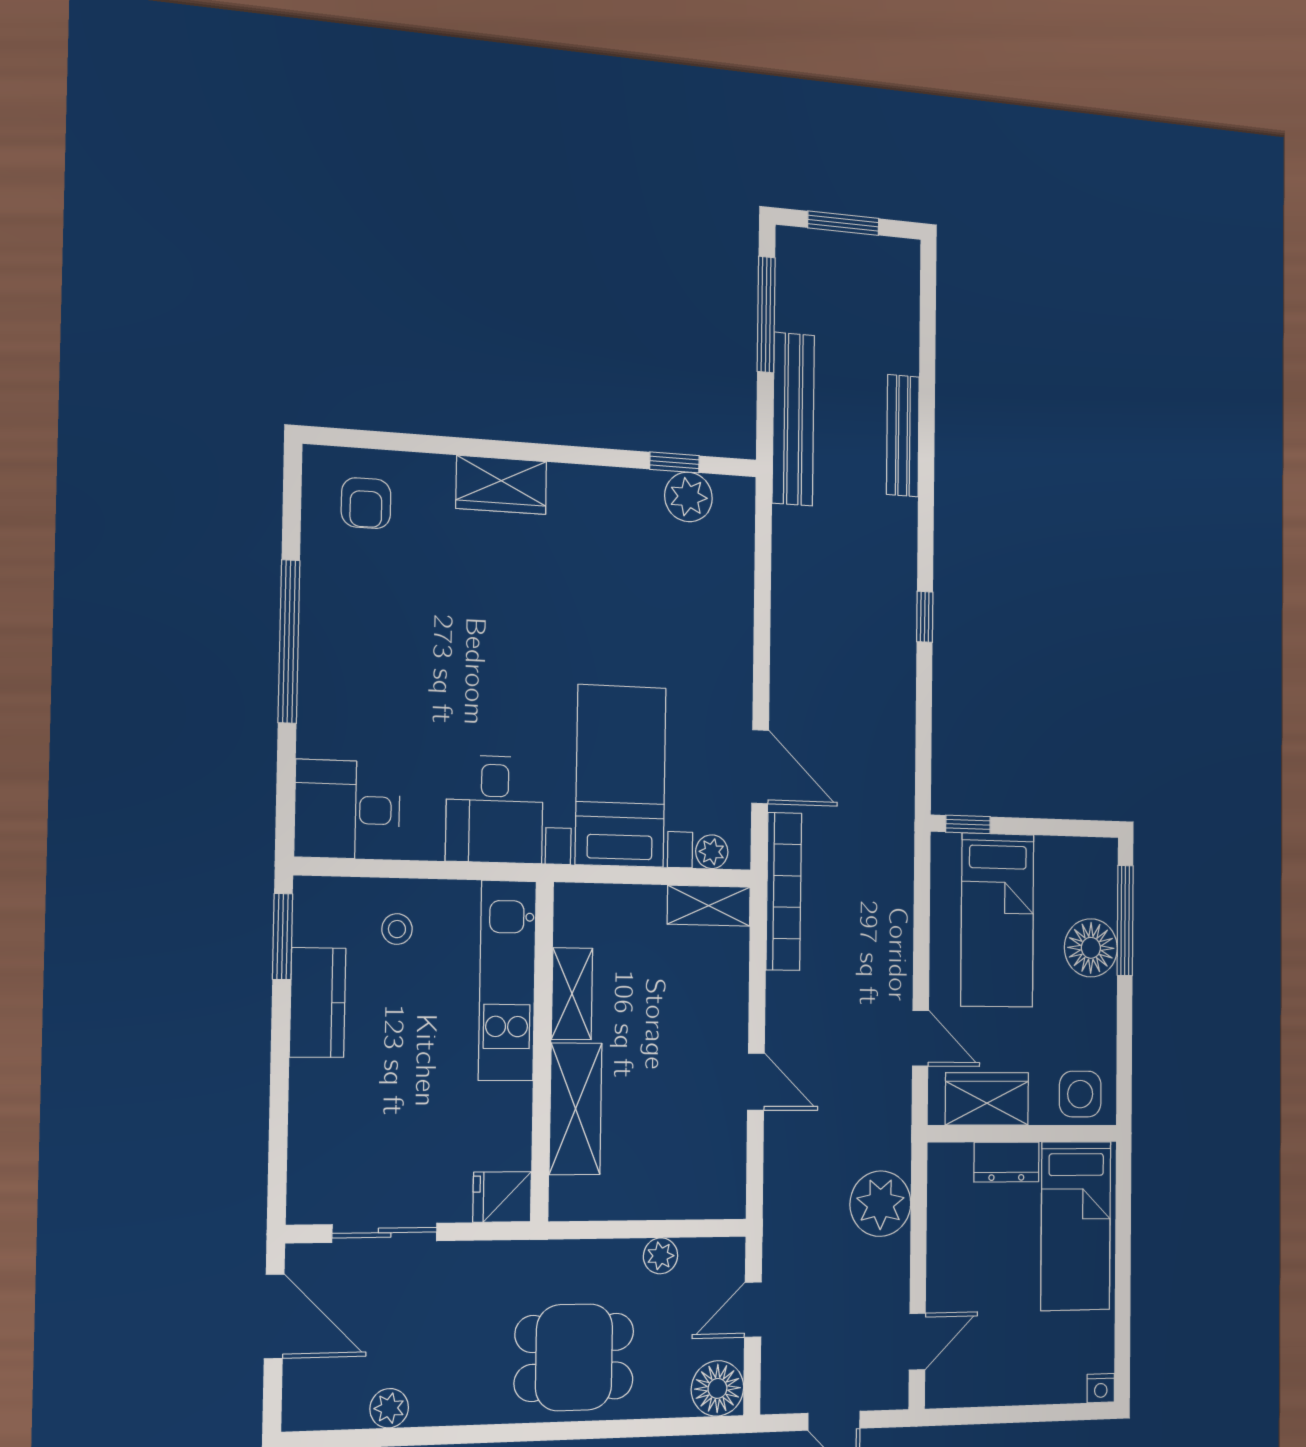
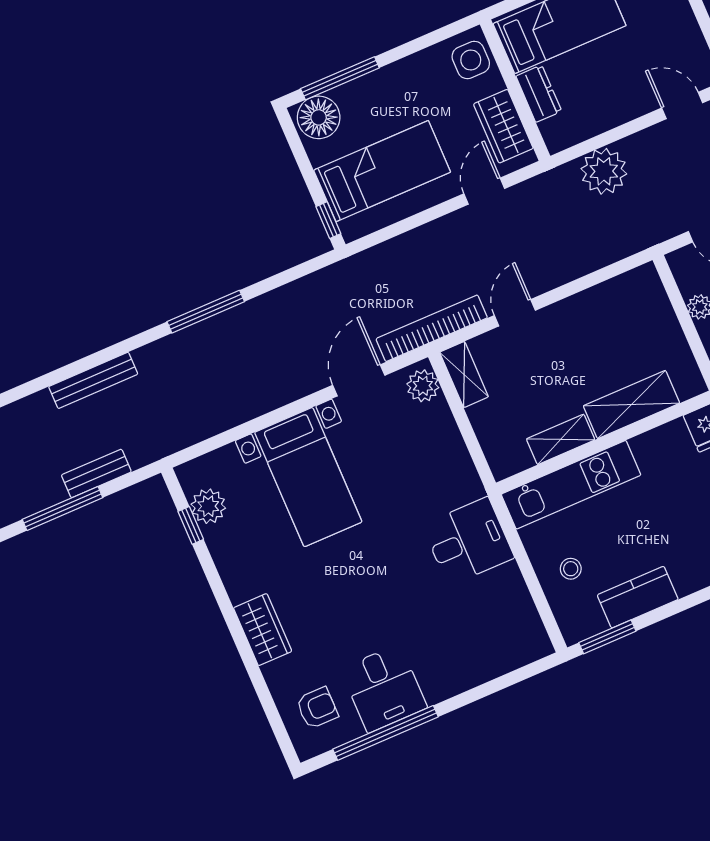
bench: (793, 419) -> (96, 473), width x0.54, depth x0.82
window: (925, 617) -> (206, 312), width x2.17
window: (289, 641) -> (386, 733), moved
bed with nightstands: (621, 776) -> (308, 477), moved, turned -90
desk: (347, 810) -> (384, 688), moved
plant: (712, 852) -> (423, 386), width x1.38, depth x1.38
floor lamp: (1091, 948) -> (319, 117), moved
door: (756, 1082) -> (515, 313), moved

